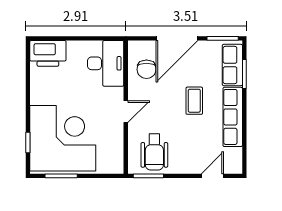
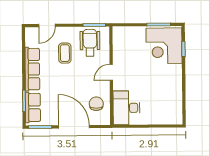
door: (177, 38) -> (74, 127), hinge flipped
printer: (48, 53) -> (169, 115), removed
coffee table: (194, 101) -> (65, 53), moved
corner desk: (63, 138) -> (164, 46), width x0.74, depth x0.74

